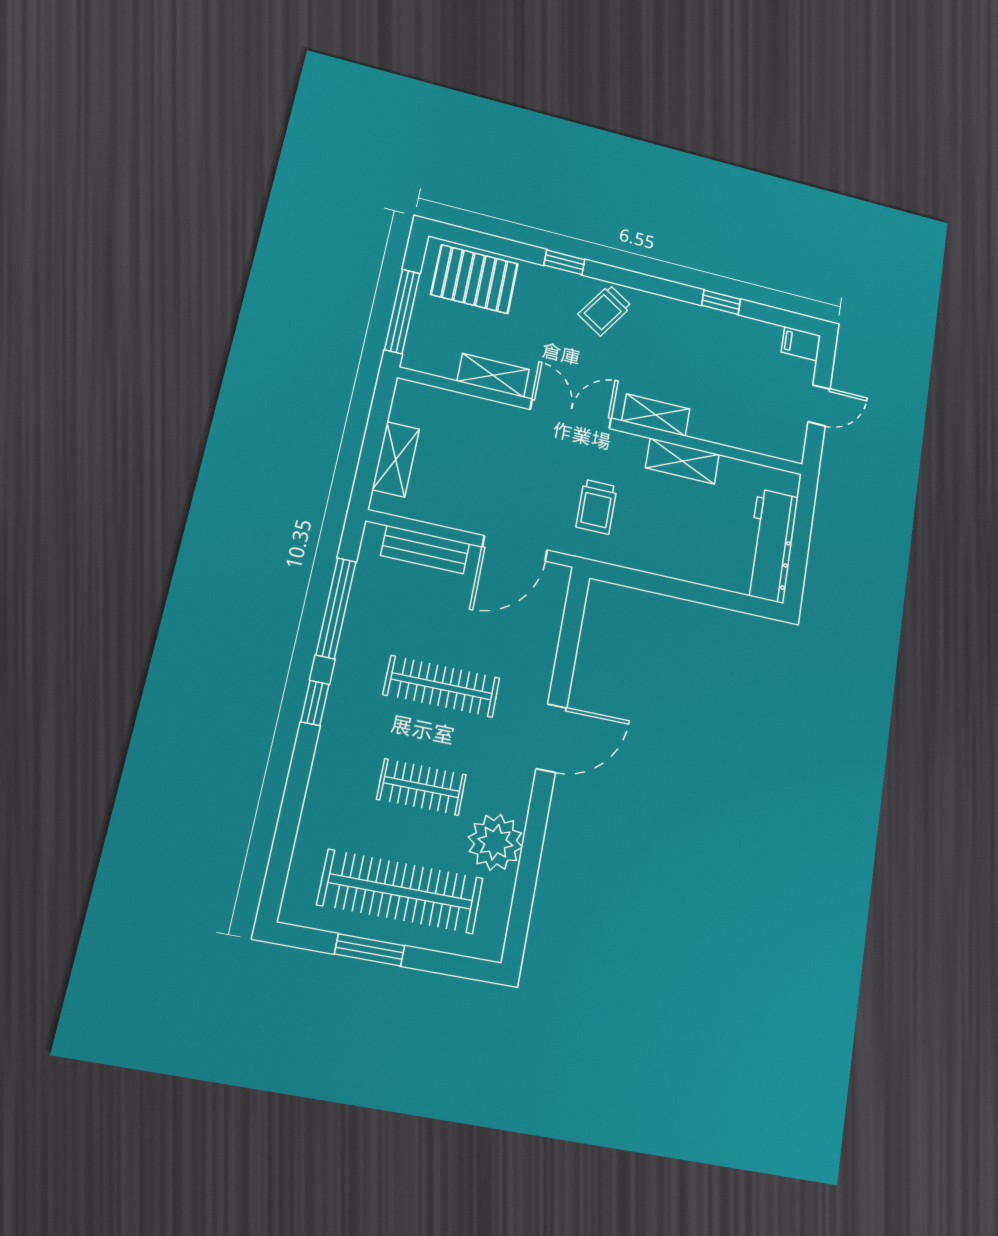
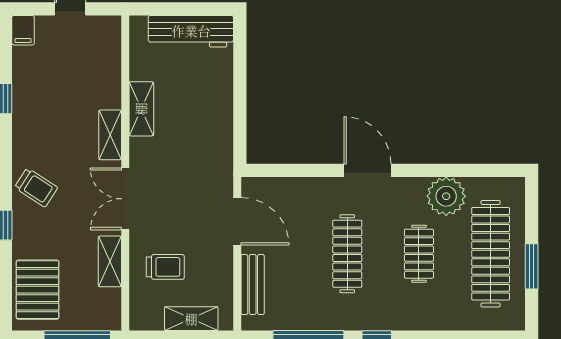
trolley: (596, 507) -> (165, 267), moved

